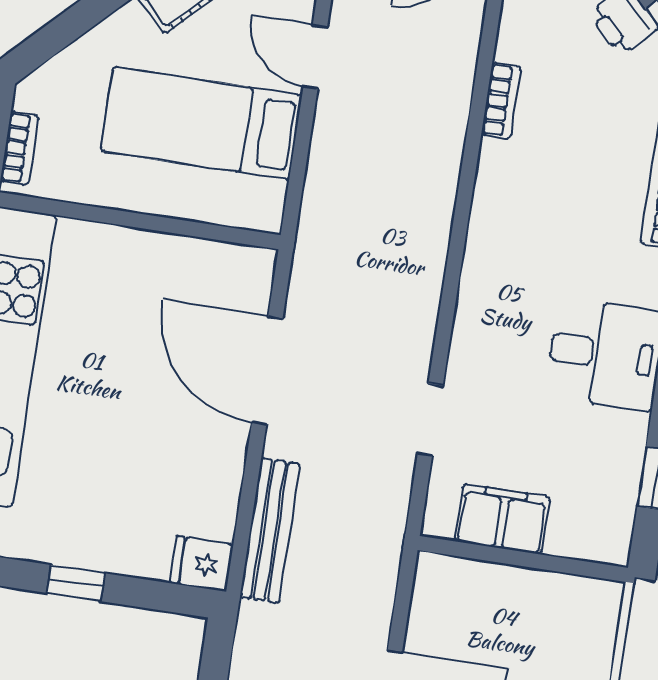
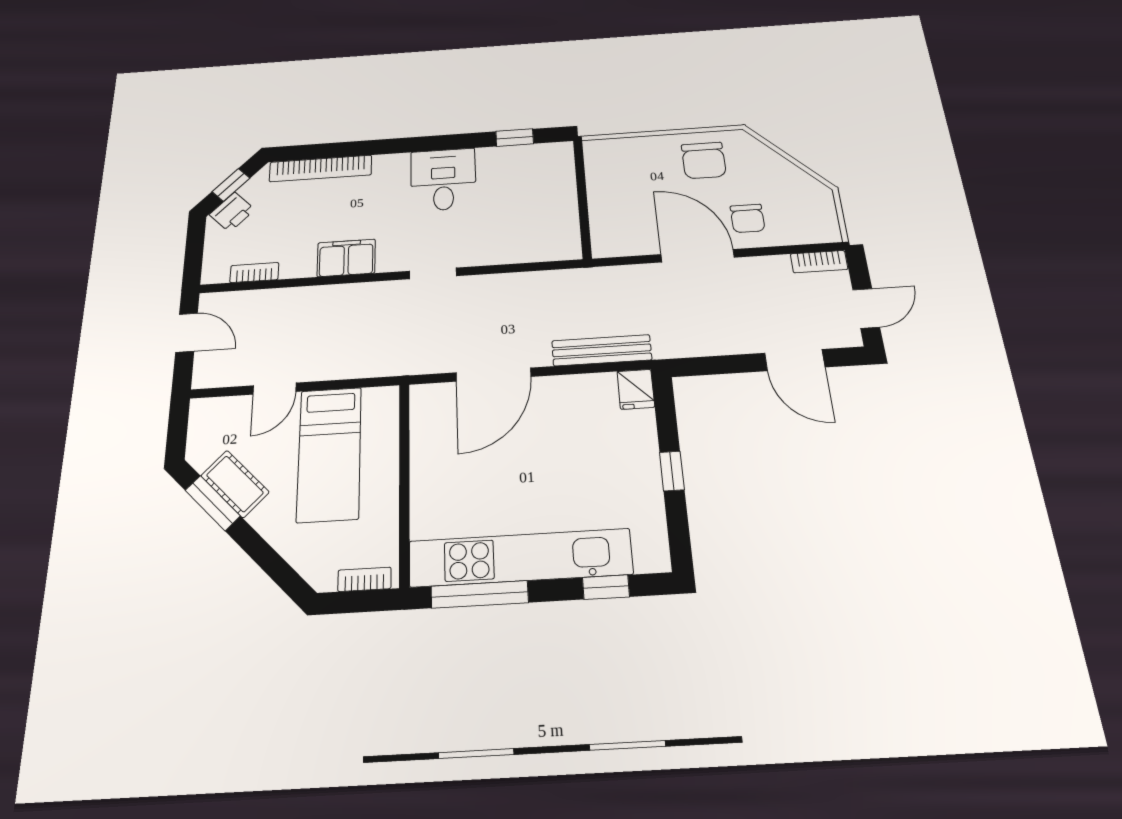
bookcase: (501, 101) -> (254, 273), moved
doorway: (430, 420) -> (433, 273), moved
filing cabinet: (502, 519) -> (346, 258), moved, turned 90

